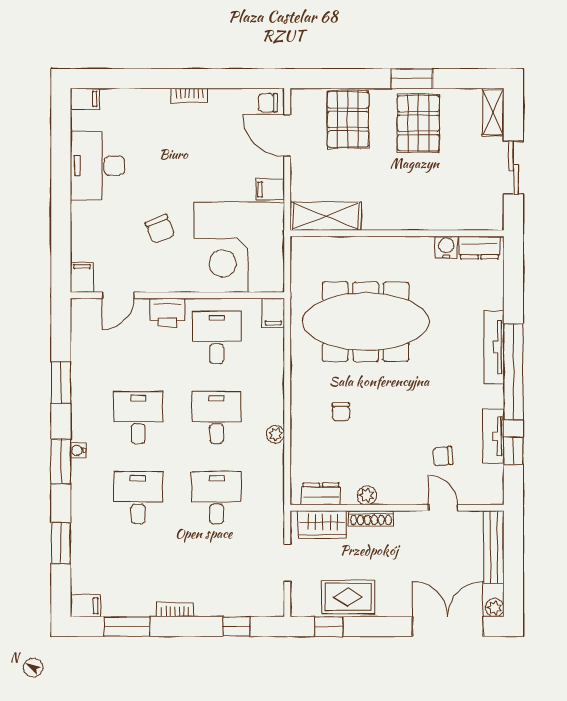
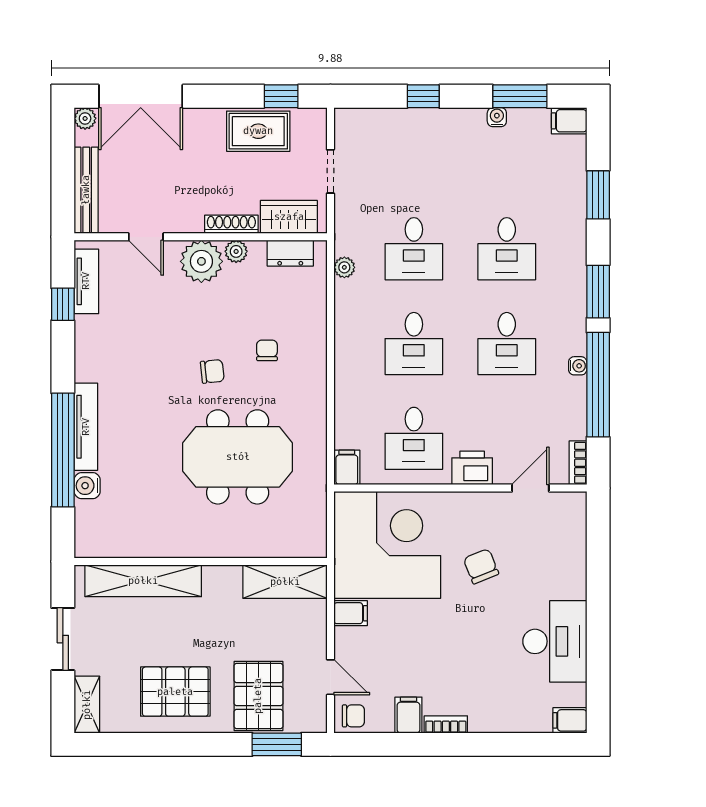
window: (412, 79) -> (277, 744), moved
pallet: (418, 123) -> (175, 692), turned 90
door: (287, 135) -> (330, 677), width x0.73
shelving: (445, 217) -> (143, 581), added
water cooler: (446, 247) -> (87, 486), moved, turned 90
dresser: (479, 248) -> (103, 545), removed
filing cabinet: (82, 277) -> (408, 715), moved, turned 180
meeting table: (366, 322) -> (238, 457), width x0.73
window: (513, 372) -> (63, 450), moved
window: (61, 383) -> (598, 385), width x2.11
plant: (275, 434) -> (344, 267), moved
tv unit: (493, 436) -> (86, 281), moved
water cooler: (78, 450) -> (578, 366), moved
chair: (443, 456) -> (212, 371), moved
plant: (396, 487) -> (201, 261), added
water cooler: (146, 609) -> (497, 117), added
bookcase: (175, 610) -> (578, 463), moved, turned 90
window: (236, 627) -> (423, 96), moved

